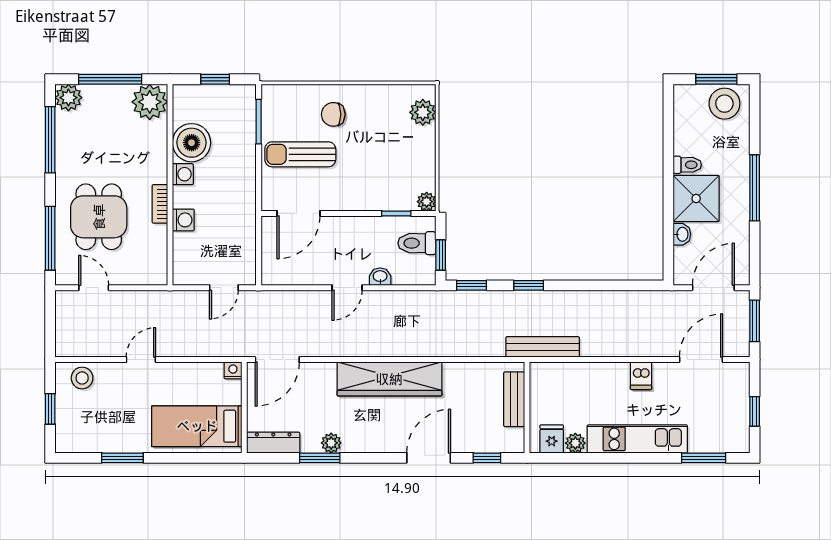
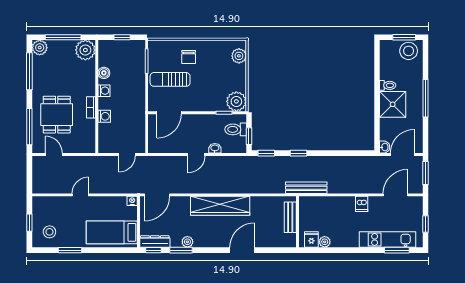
chair: (333, 114) -> (189, 57), turned -90
boiler: (192, 143) -> (104, 73), width x0.54, depth x0.54
plant: (427, 202) -> (236, 101), width x1.87, depth x1.87
washbasin: (682, 234) -> (385, 147), moved
stool: (82, 378) -> (49, 232), moved
kitchen unit: (637, 439) -> (388, 239), moved
window: (487, 458) -> (154, 250), moved

